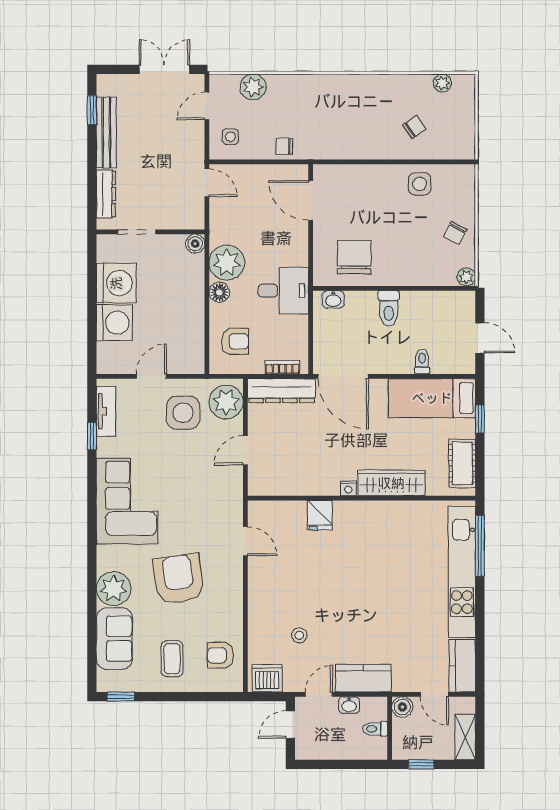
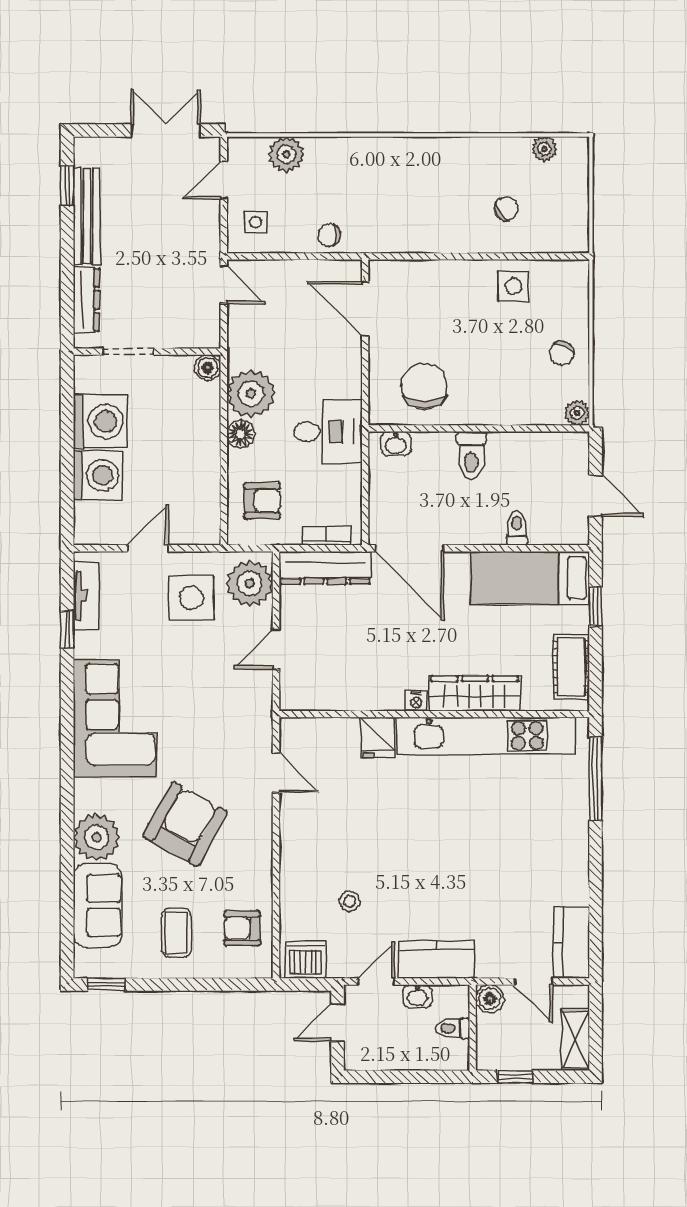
kitchen unit: (462, 572) -> (486, 736), moved, turned -90
armchair: (179, 579) -> (185, 824), turned 37

